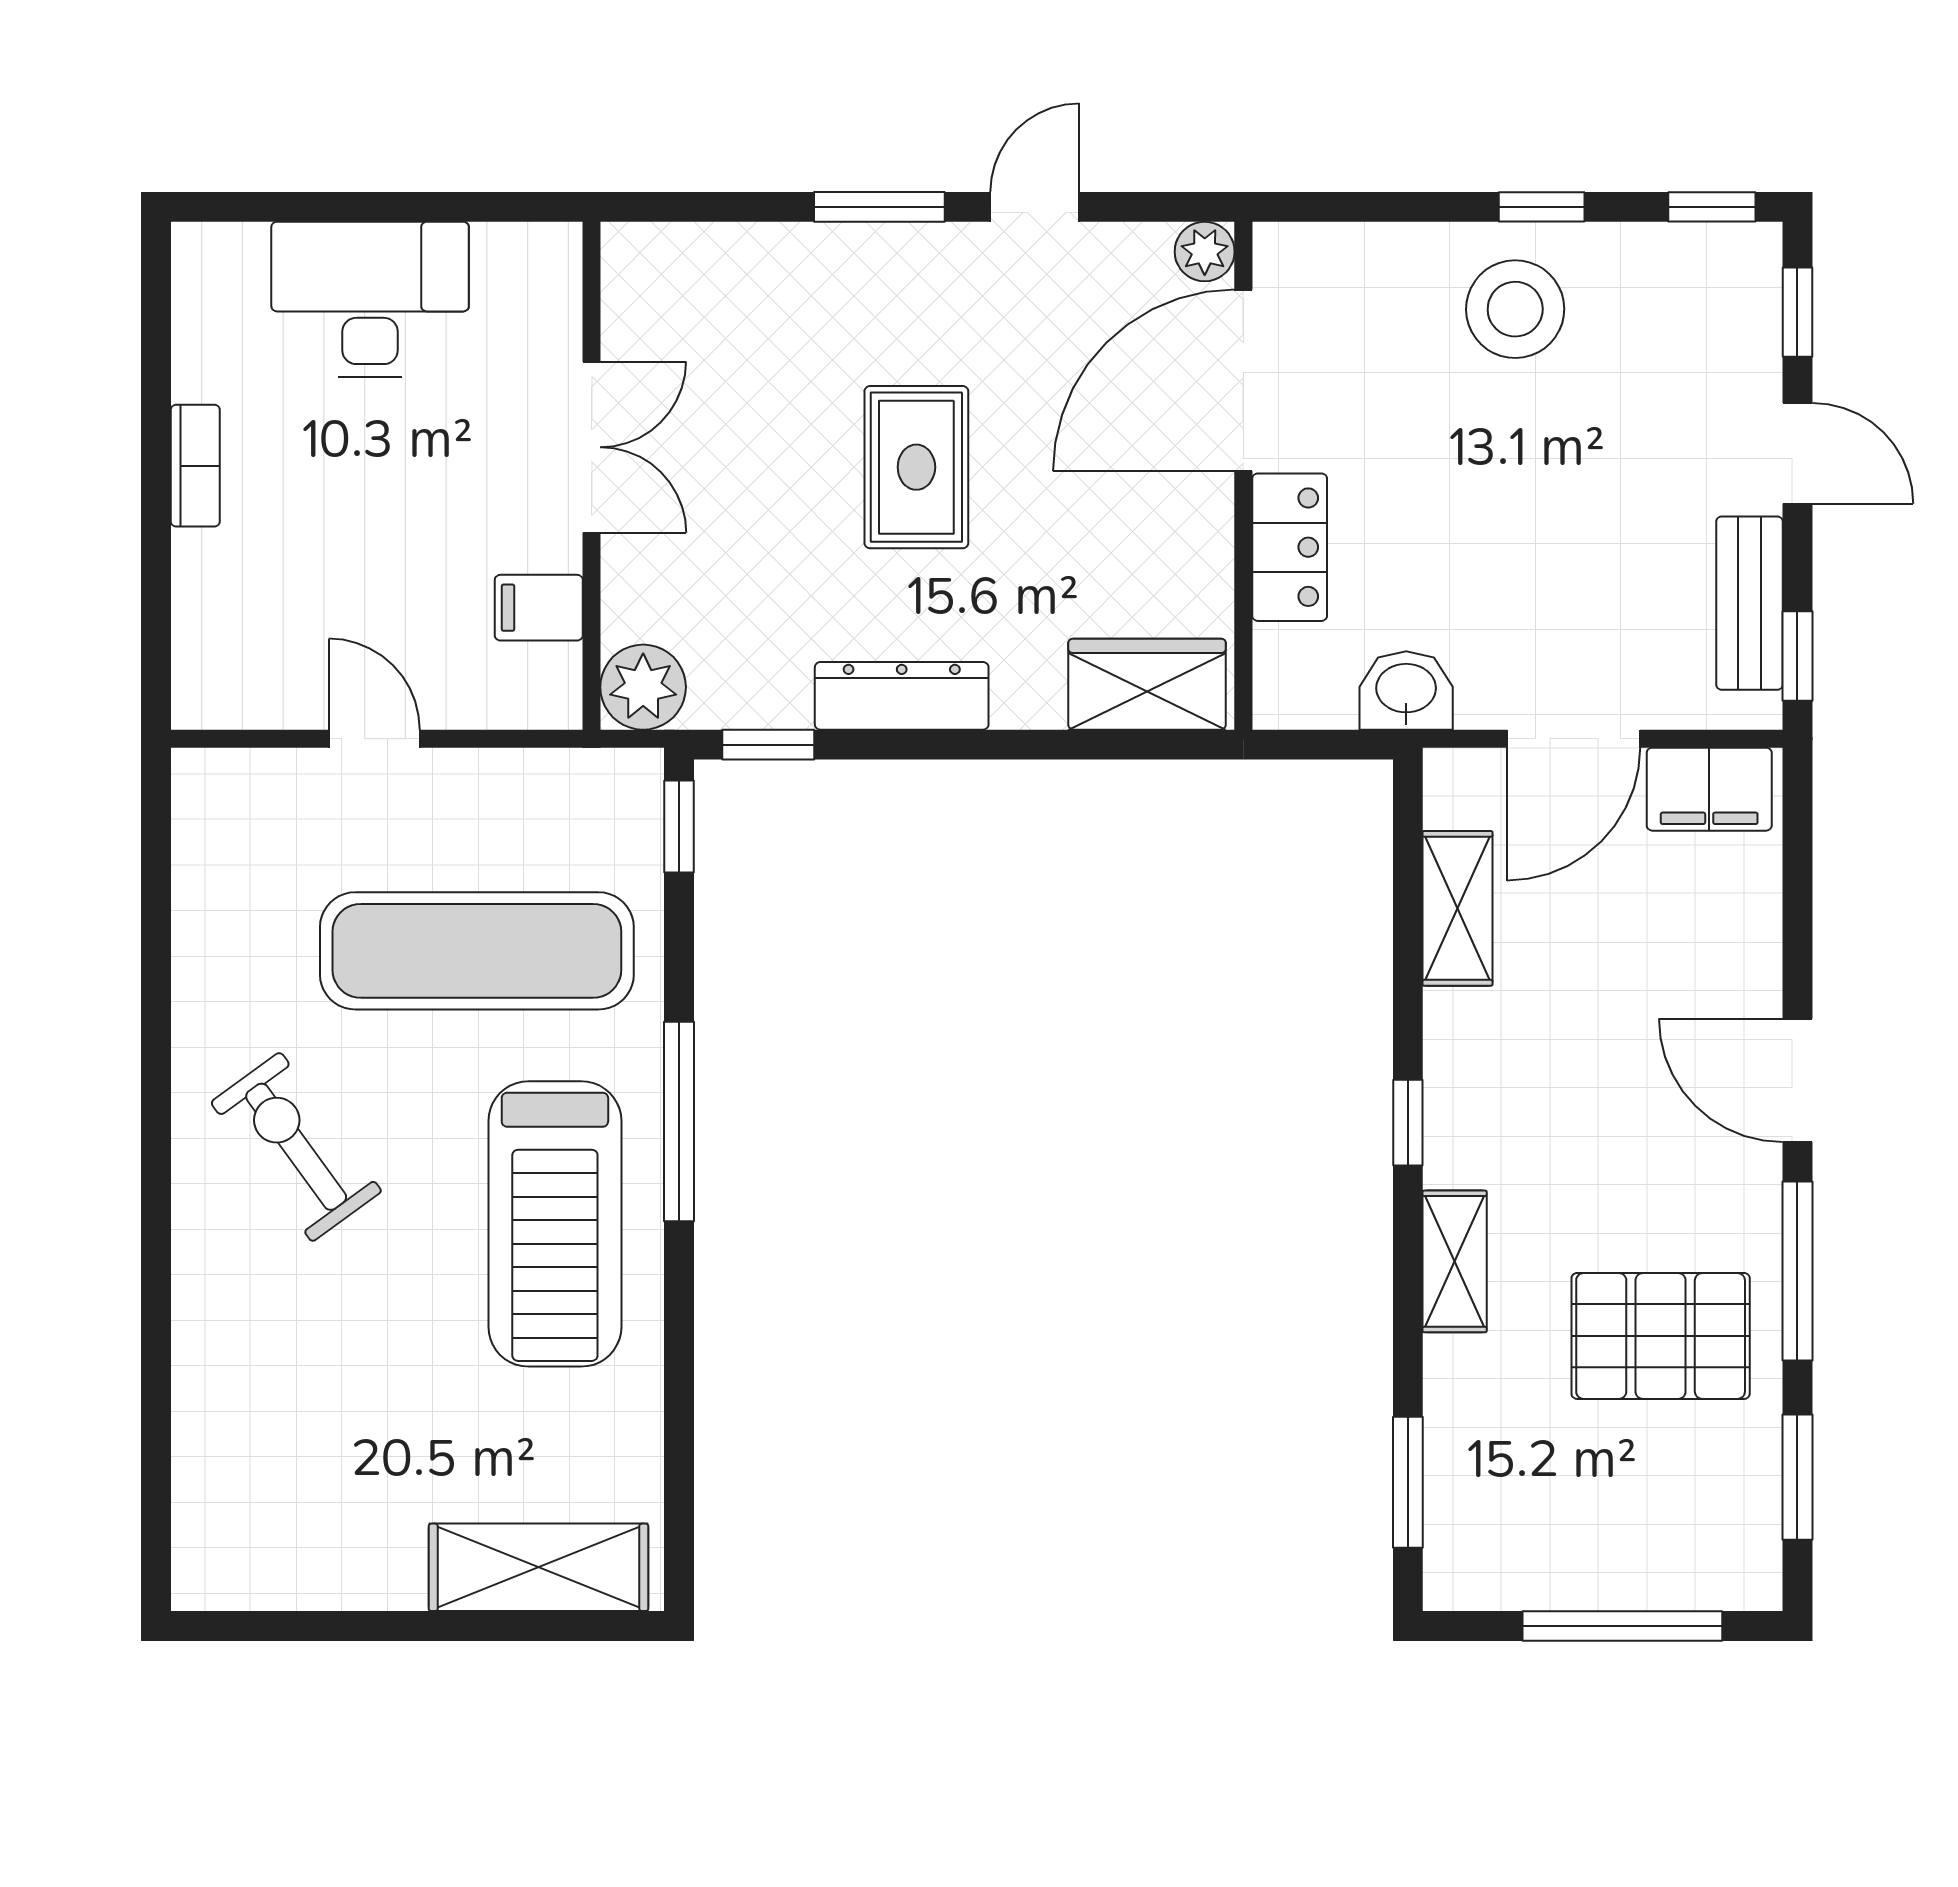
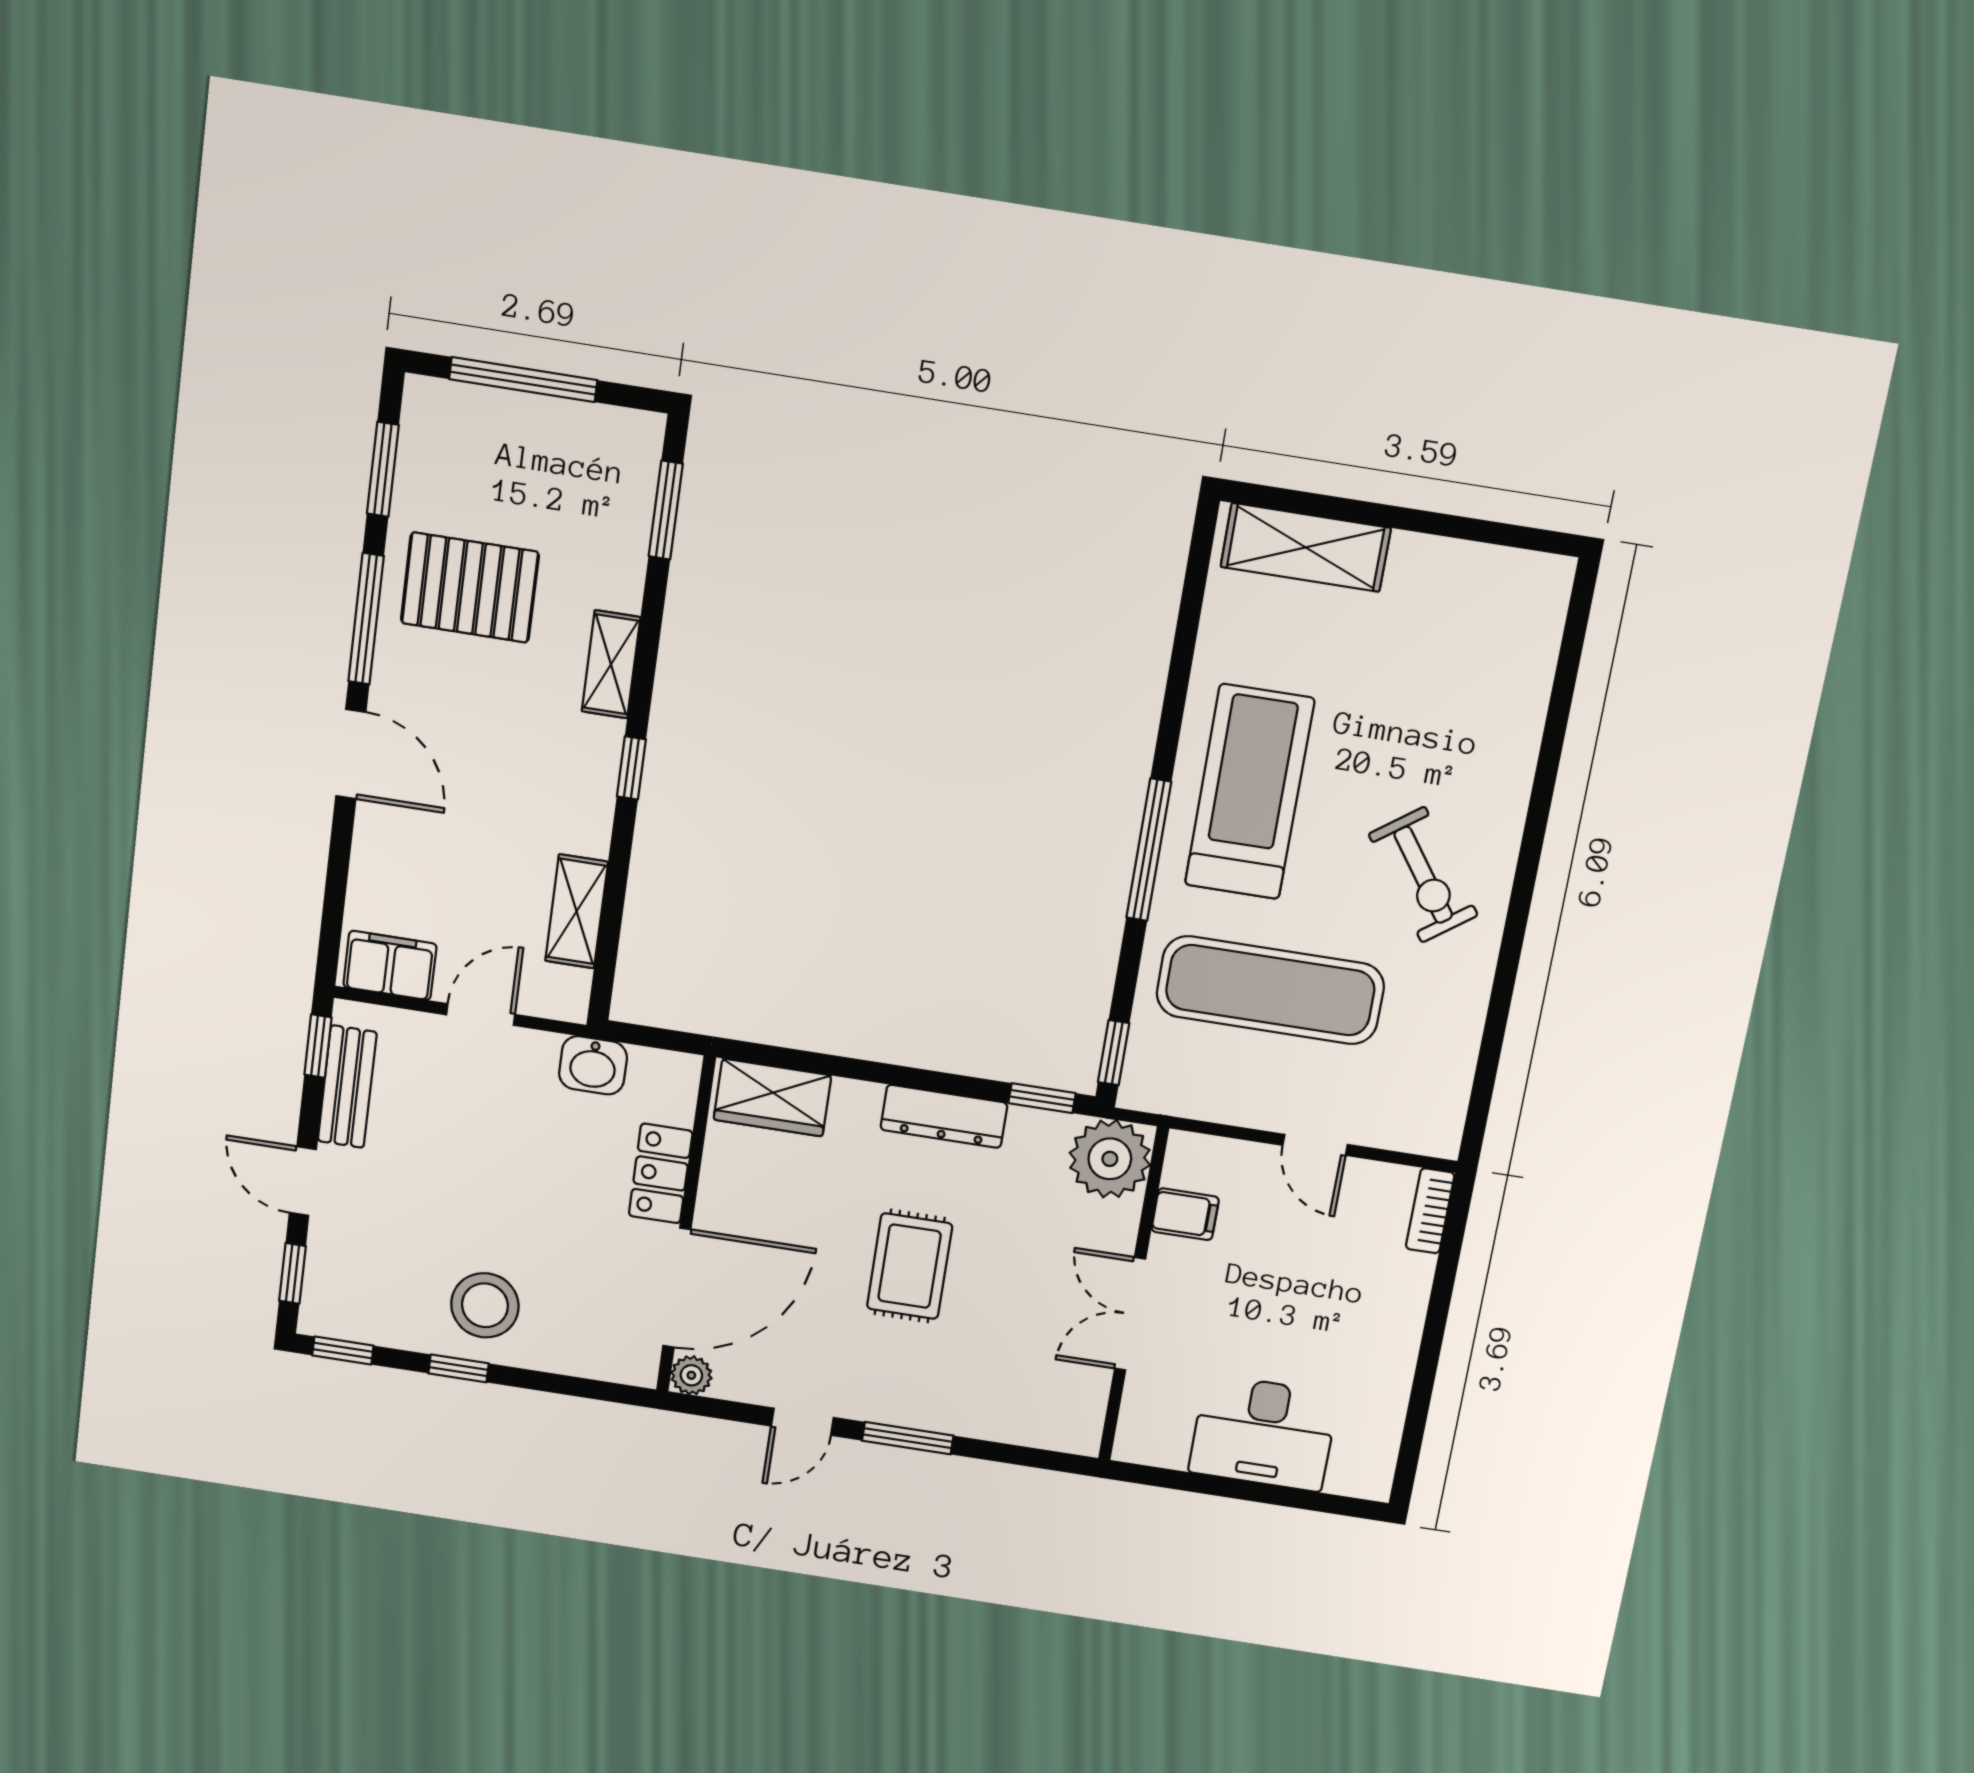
bookcase: (195, 466) -> (1430, 1211), moved
plant: (643, 687) -> (1110, 1159), width x1.36, depth x1.36
door: (1574, 739) -> (481, 1015), width x0.73

